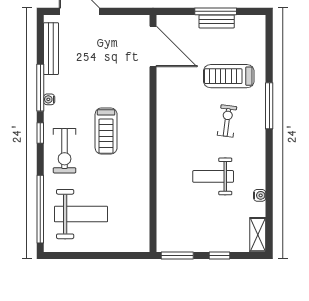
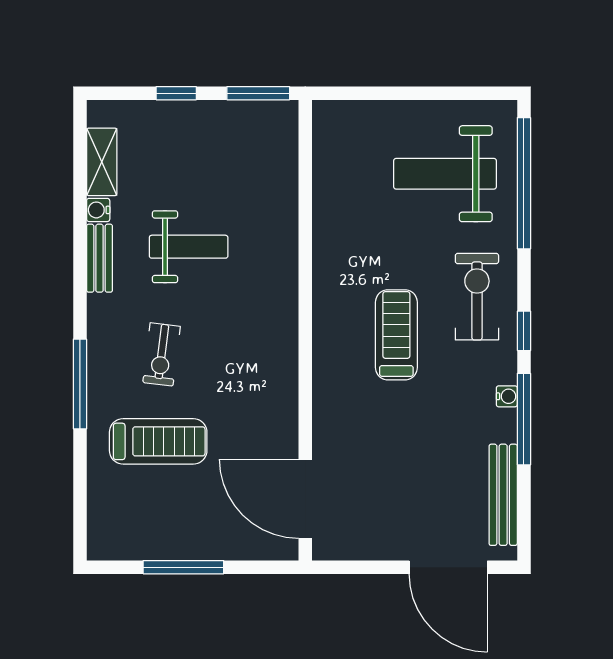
bench: (217, 21) -> (100, 258), moved, turned 90
shelving: (258, 235) -> (102, 162), moved

